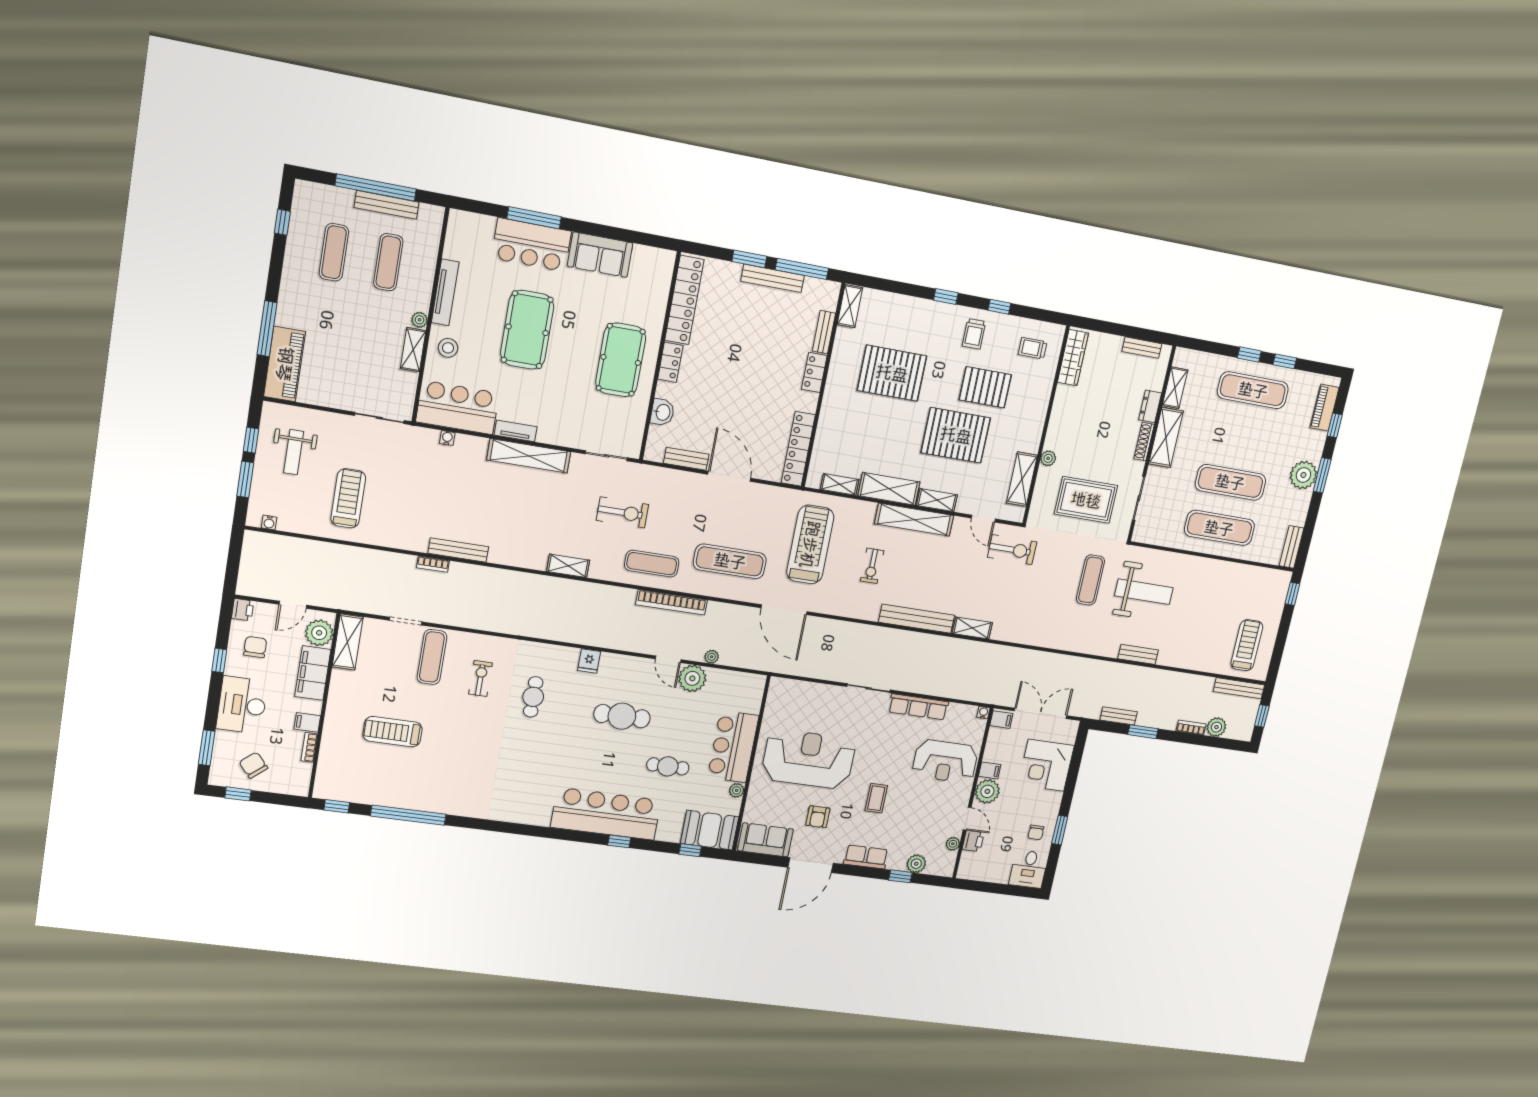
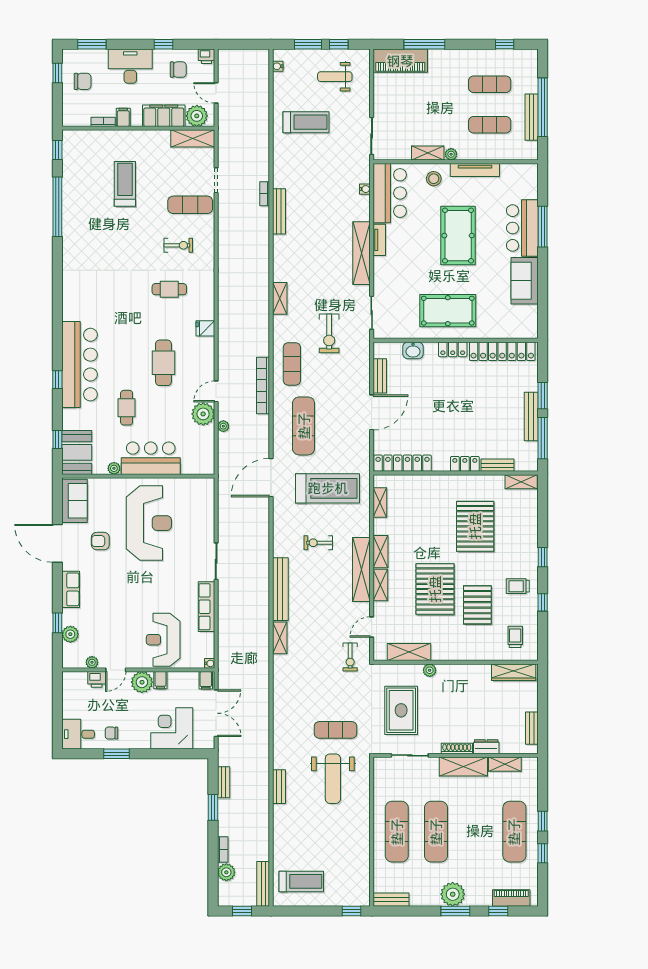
pool table: (527, 330) -> (458, 236), turned 90
shelving: (889, 489) -> (381, 552), width x0.67, depth x0.75
exercise bike: (1012, 550) -> (350, 657), width x0.73, depth x0.72
chair: (253, 765) -> (83, 81), turned 40
coffee table: (876, 798) -> (123, 587), removed

